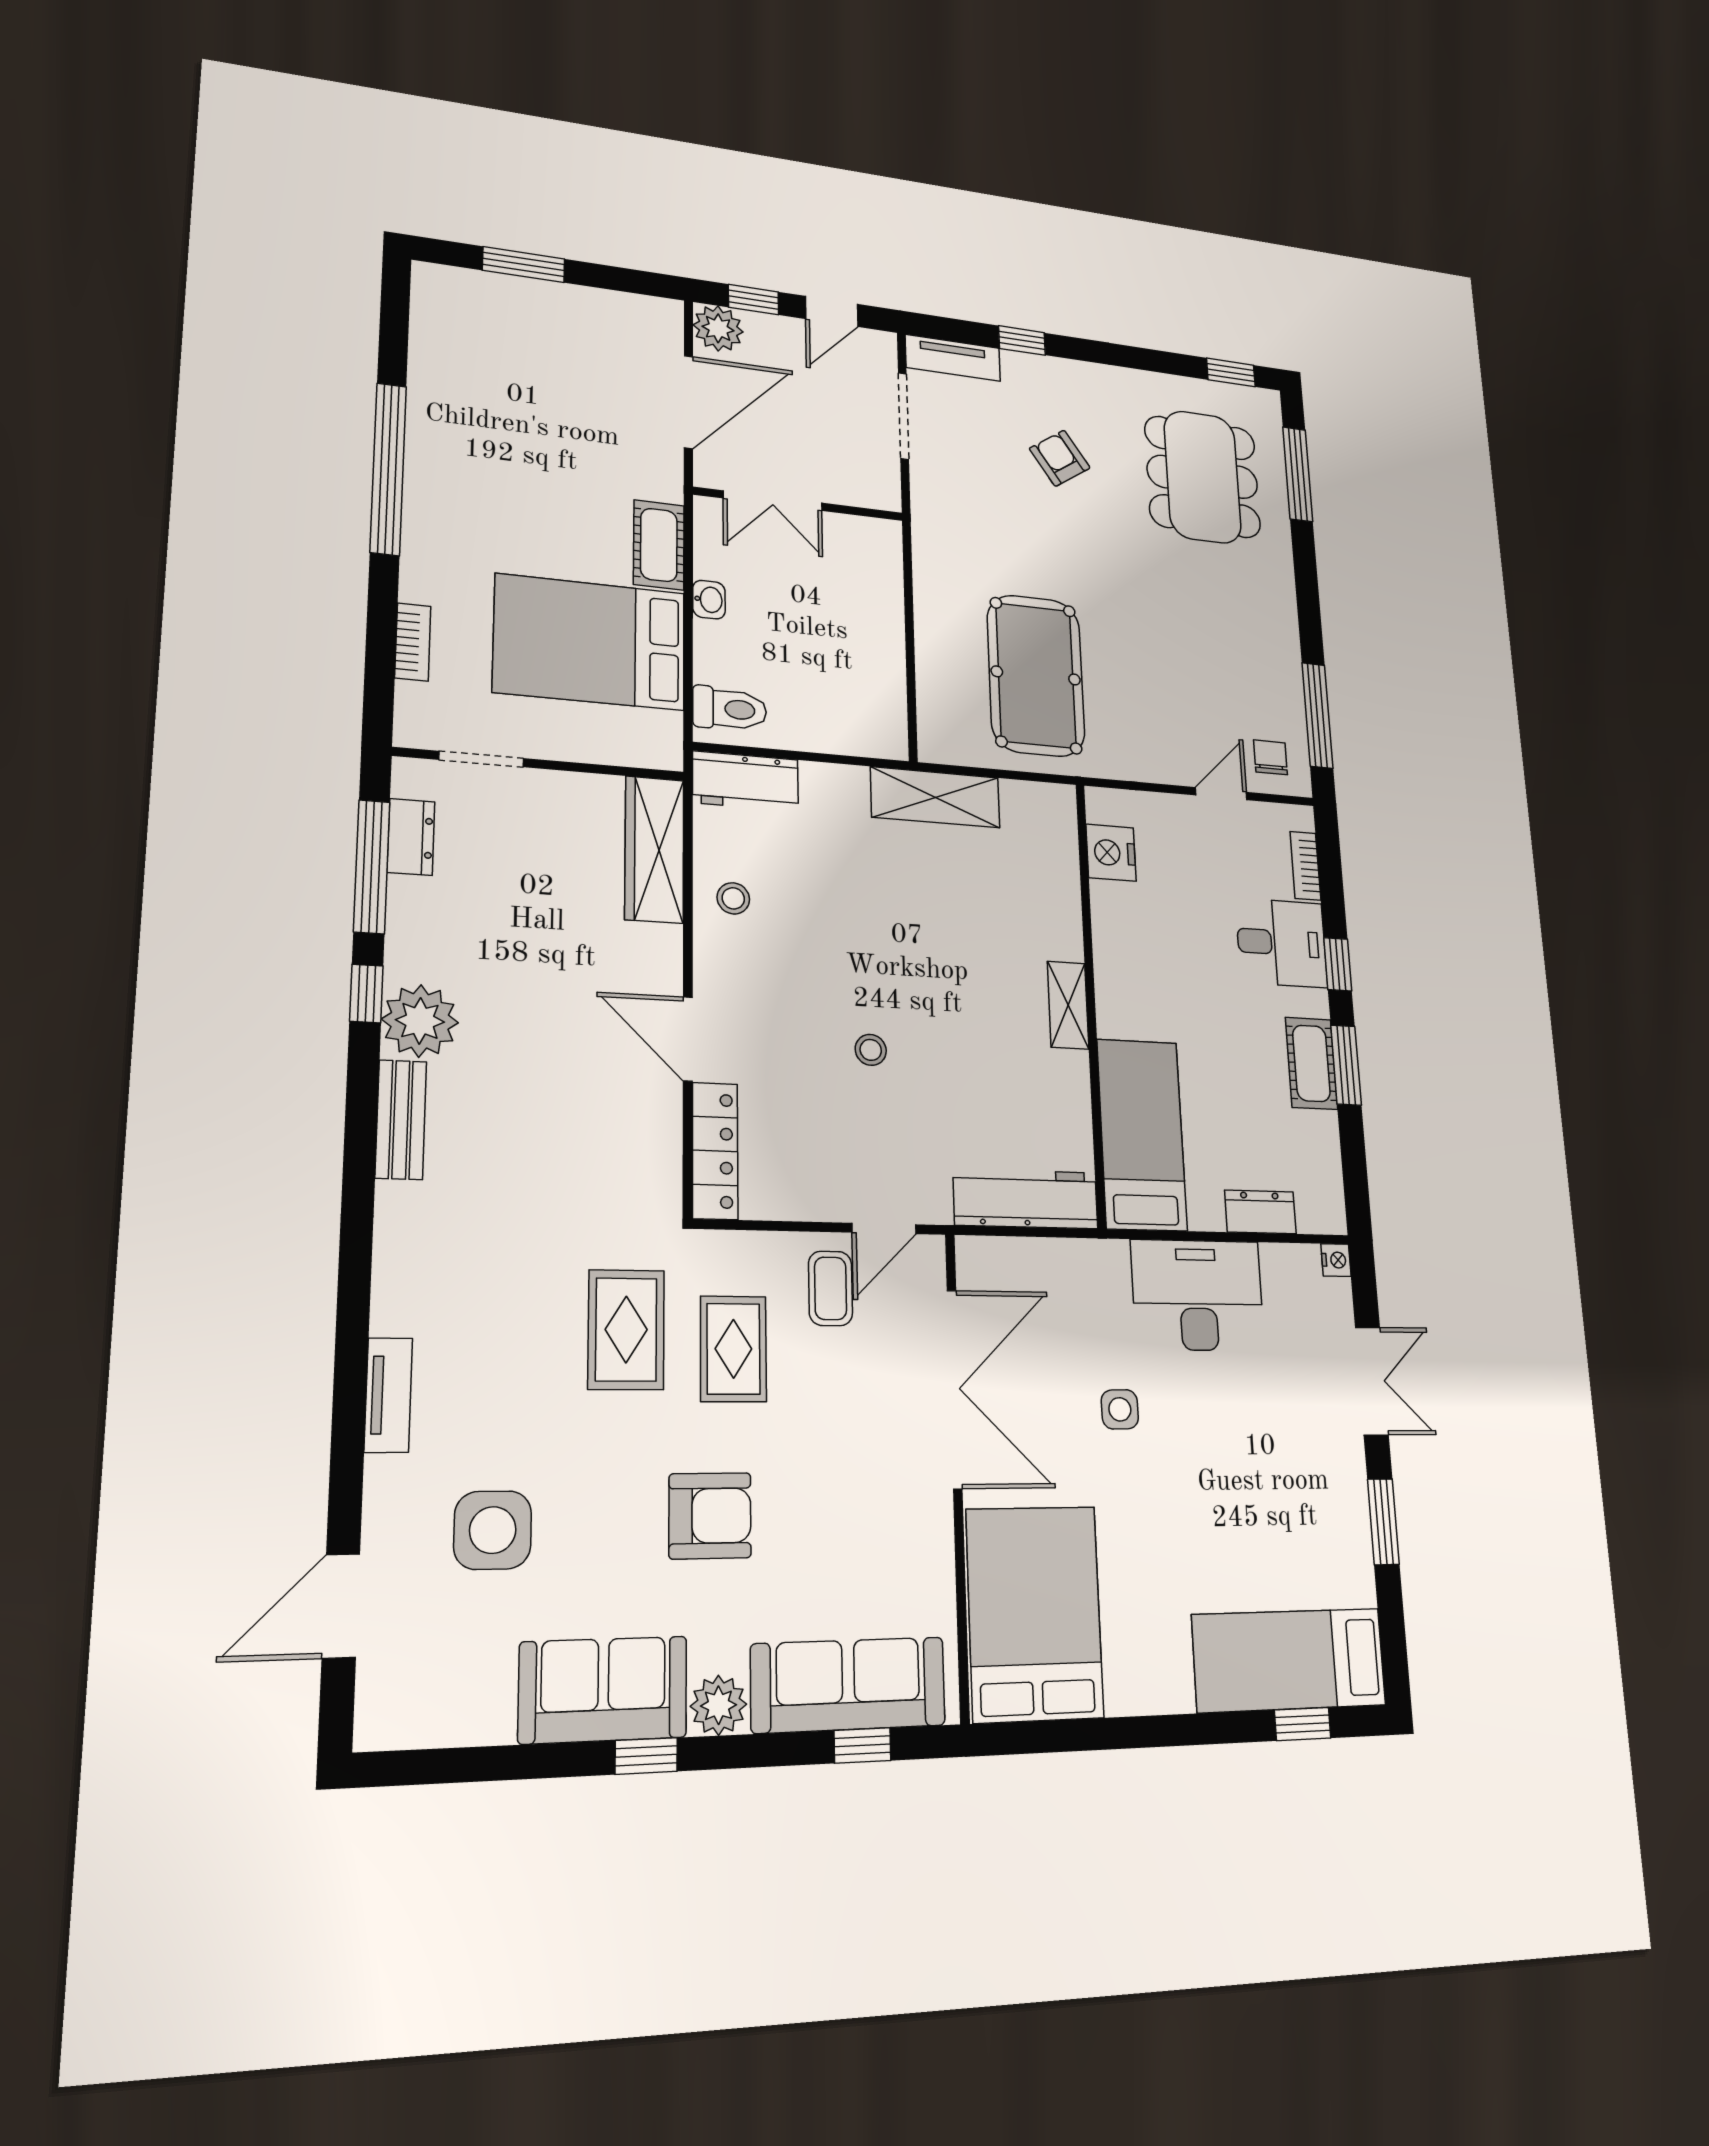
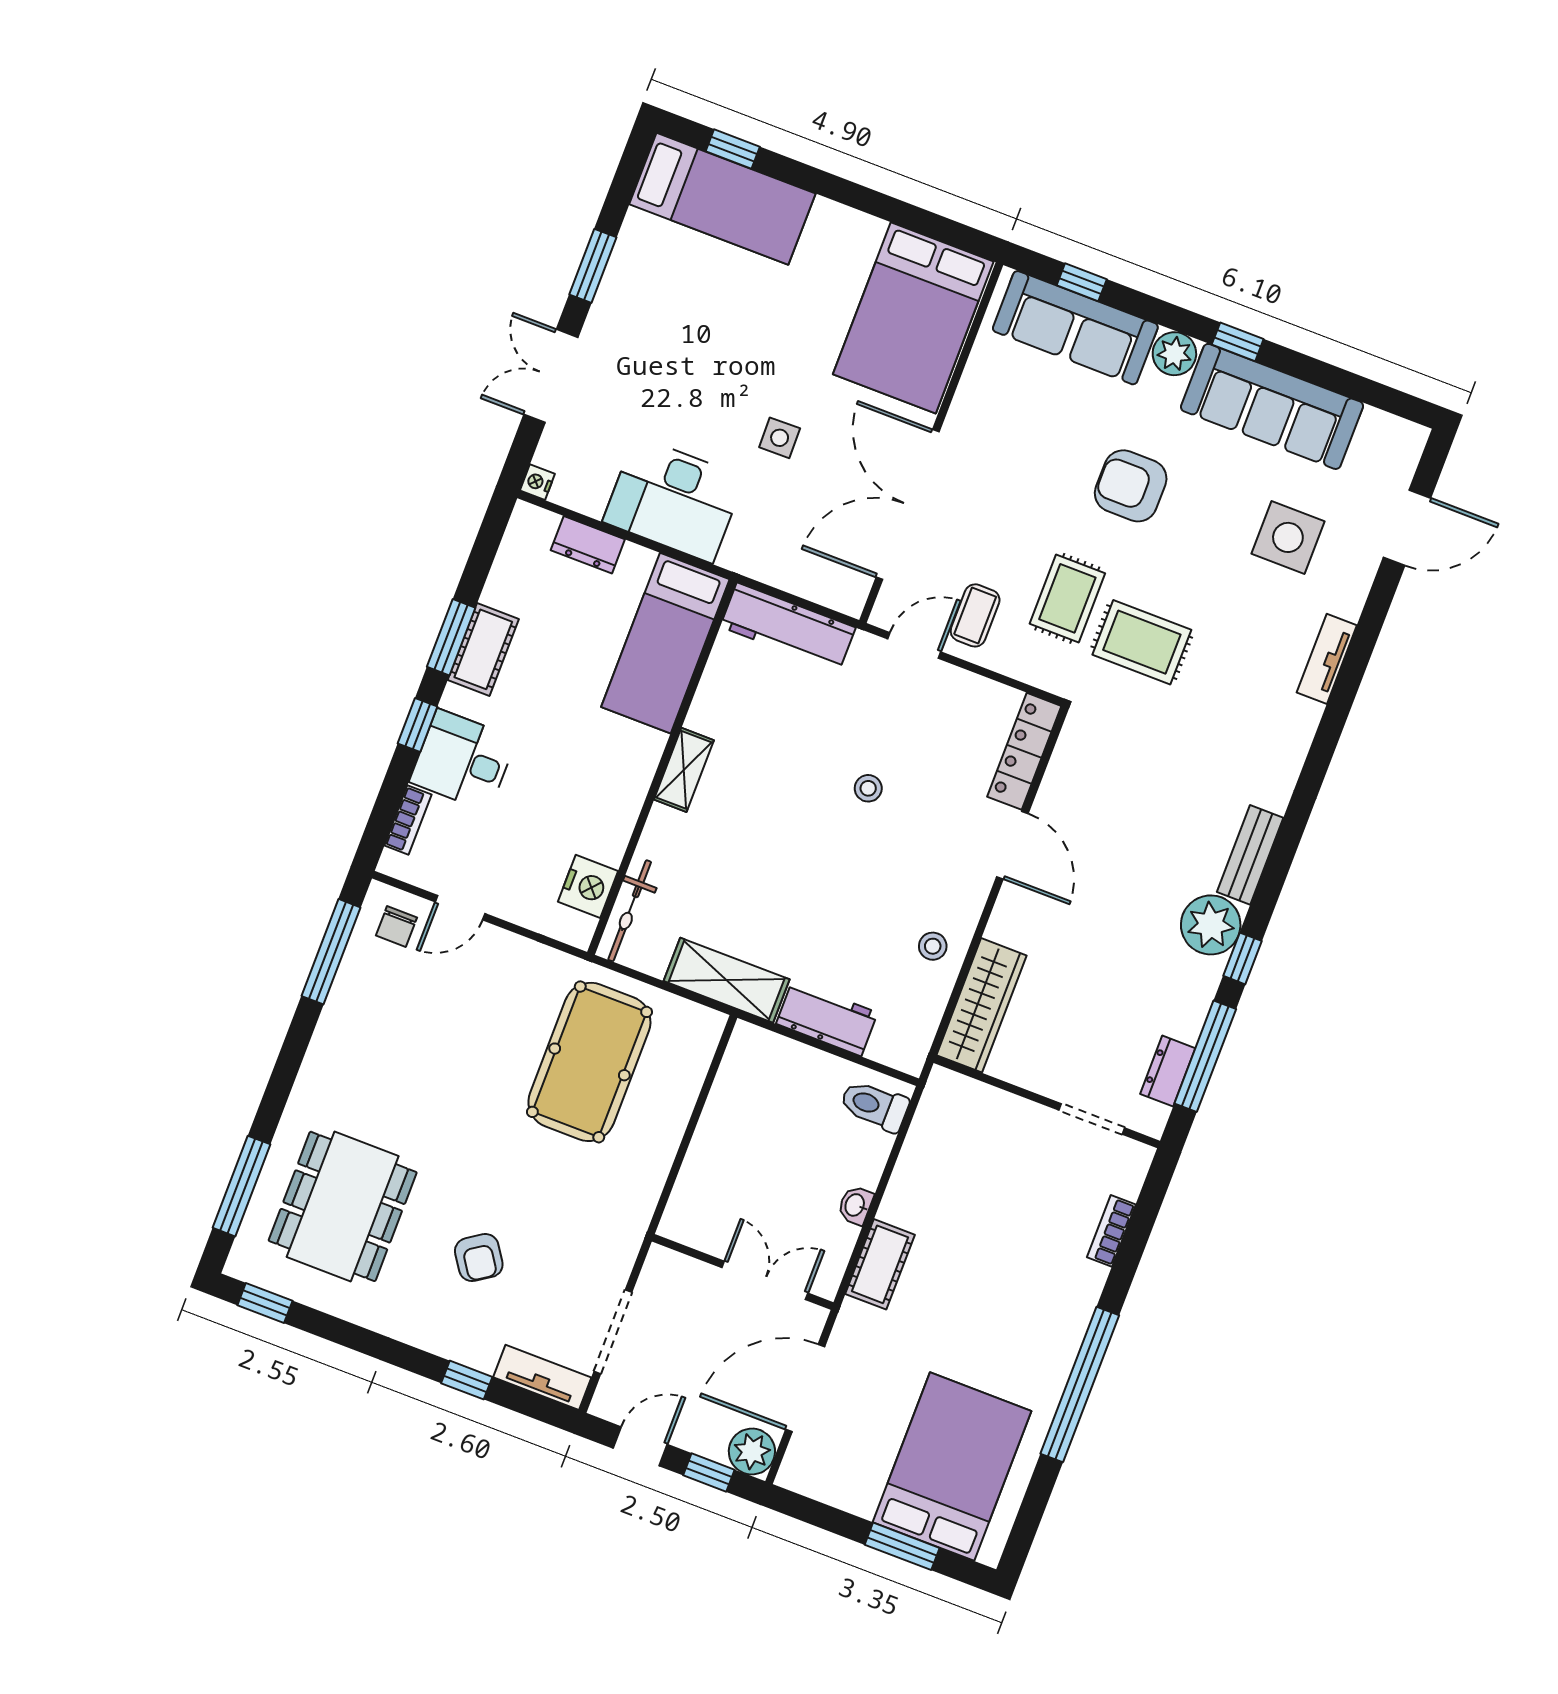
bed: (590, 642) -> (952, 1467), moved, turned -90
workbench: (746, 781) -> (827, 1018), moved
bicycle: (1061, 840) -> (630, 911), added
rug: (626, 1330) -> (1142, 642), turned 90
sofa: (603, 1690) -> (1272, 406), width x1.36

